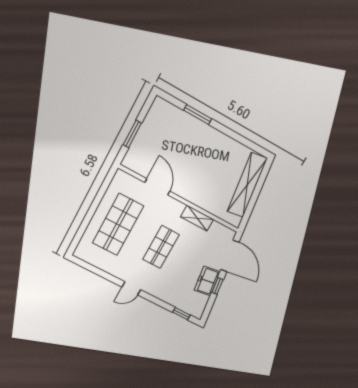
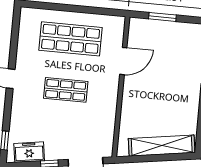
shelving: (197, 218) -> (109, 112), removed
freezer: (207, 281) -> (29, 152), moved

